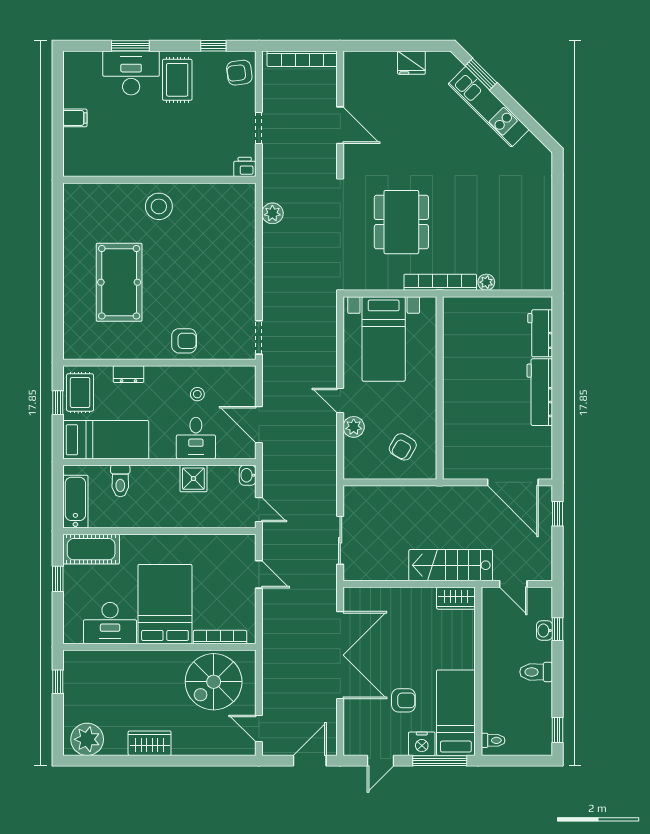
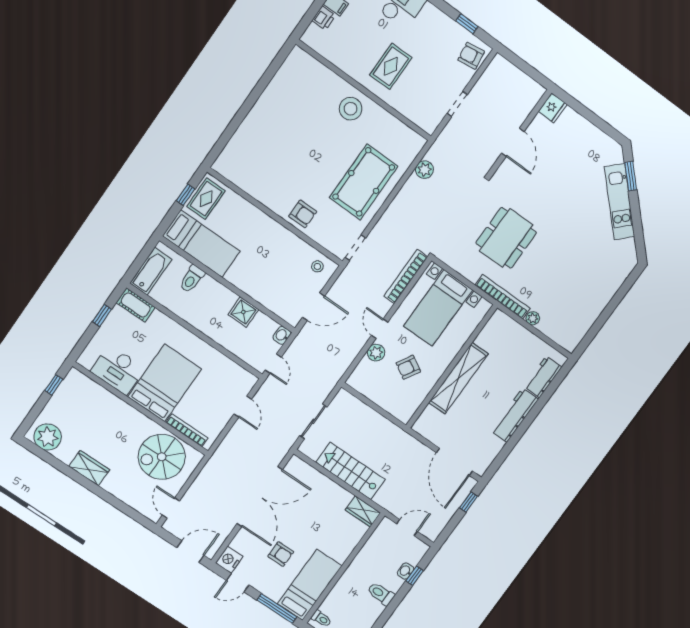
bookcase: (302, 59) -> (406, 277), moved, turned 90
fridge: (411, 63) -> (553, 108), moved, turned -90
rug: (177, 80) -> (391, 66), moved
printer: (245, 167) -> (324, 18), moved, turned 90
pool table: (119, 282) -> (364, 182), moved
dresser: (129, 374) -> (249, 210), removed
stool: (197, 394) -> (317, 266), moved
shelving: (455, 395) -> (458, 378), added
door: (259, 425) -> (314, 307), swing flipped
desk: (196, 438) -> (264, 286), removed
armchair: (403, 447) -> (408, 367), moved
cot: (91, 549) -> (136, 305), width x0.73, depth x0.75
stairs: (451, 565) -> (351, 471), moved
door: (513, 584) -> (407, 528), swing flipped
nightstand: (422, 744) -> (229, 560), moved, turned 90

